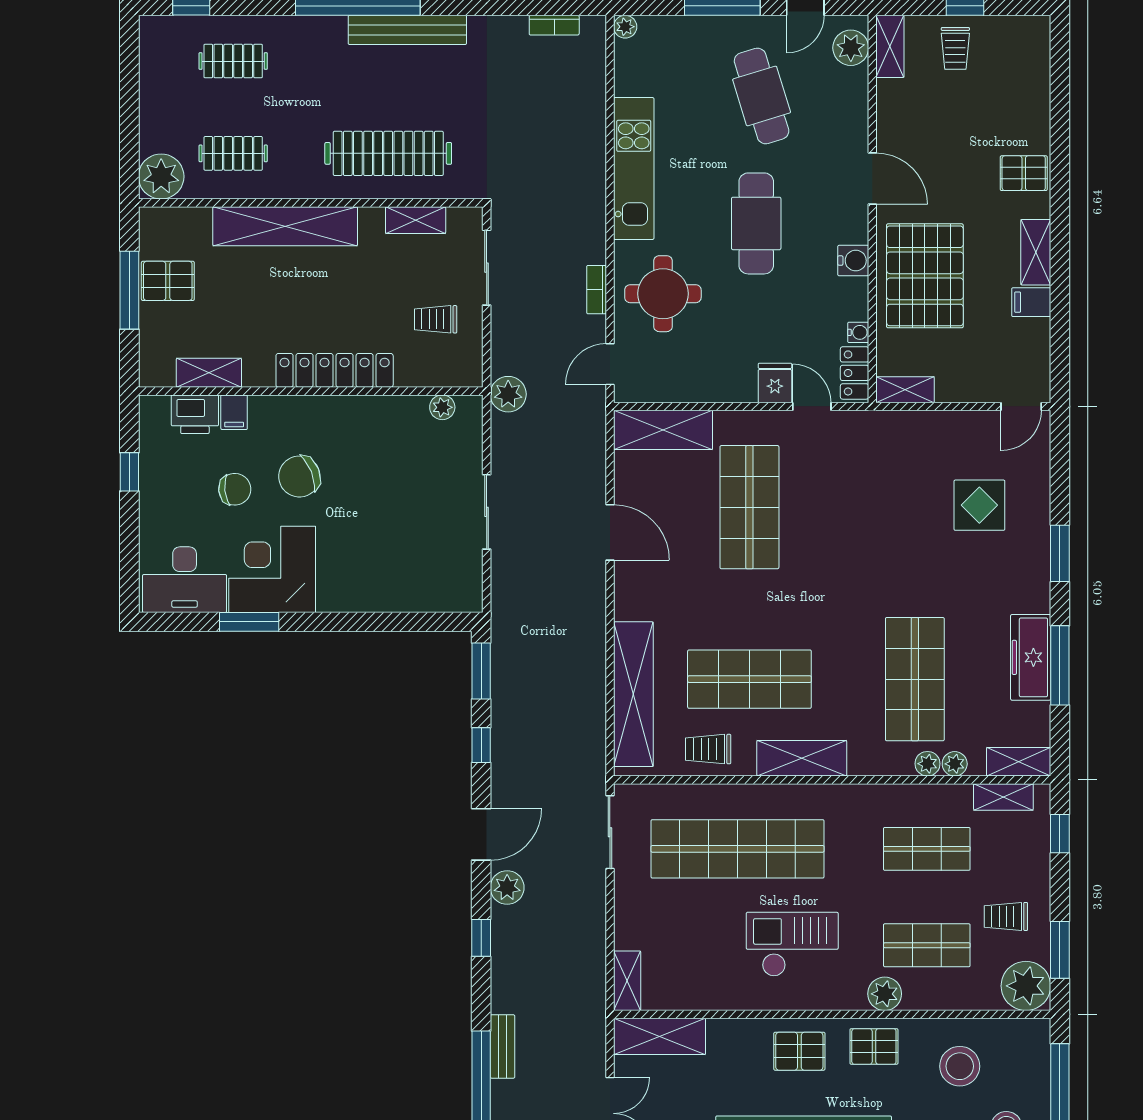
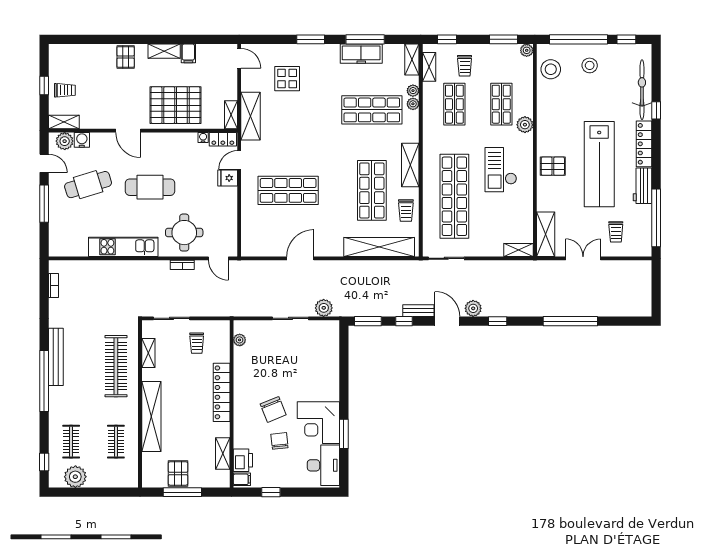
plant: (625, 27) -> (54, 251), removed
plant: (161, 176) -> (75, 477), moved
door: (872, 179) -> (128, 131), swing flipped
water cooler: (853, 261) -> (82, 140), moved
plant: (508, 394) -> (324, 308), moved
filing cabinet: (234, 412) -> (242, 479), moved
shelving: (663, 430) -> (251, 116), moved
trolley: (1006, 916) -> (465, 66), moved
plant: (1026, 986) -> (527, 50), width x0.53, depth x0.53
bench: (502, 1046) -> (418, 311), moved
pallet: (874, 1046) -> (551, 130), removed
pallet: (799, 1051) -> (553, 166), turned 90
stool: (960, 1066) -> (551, 69), moved

